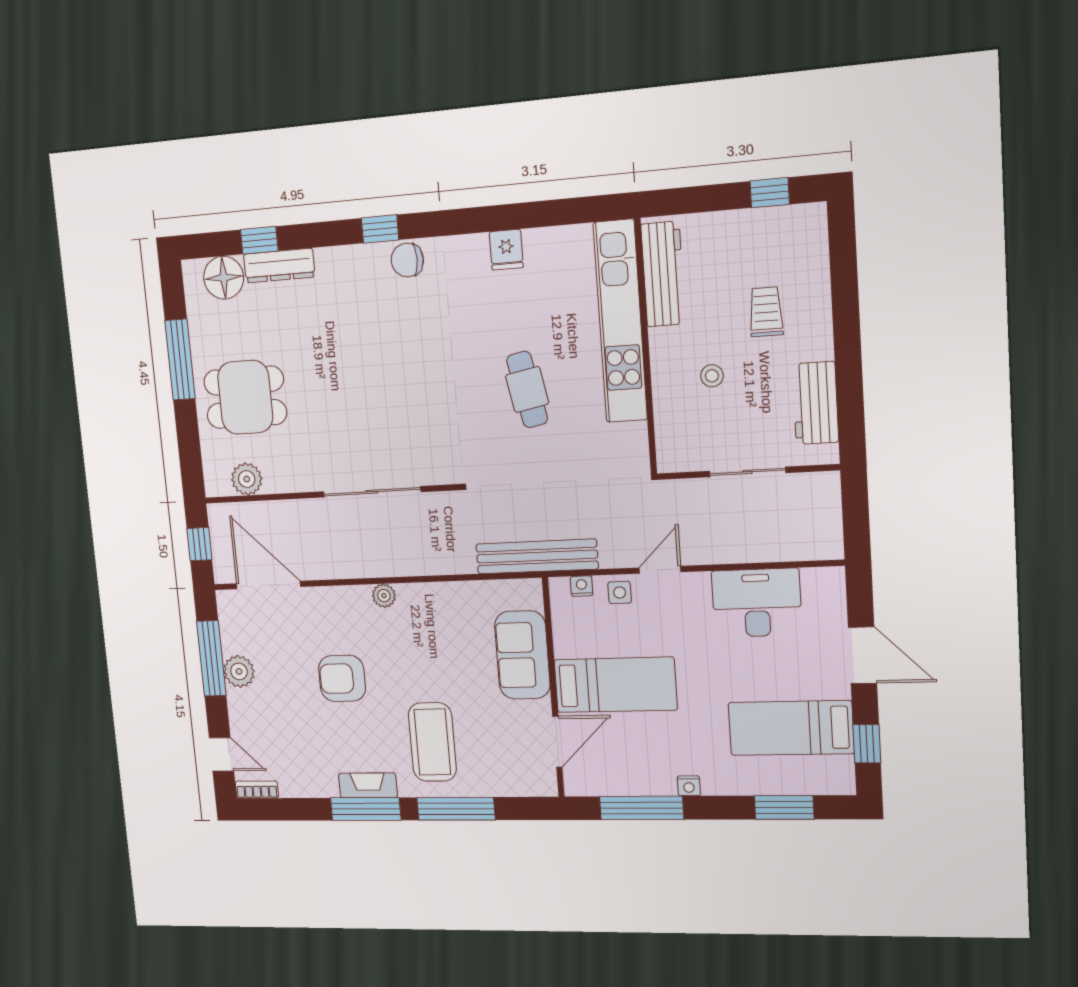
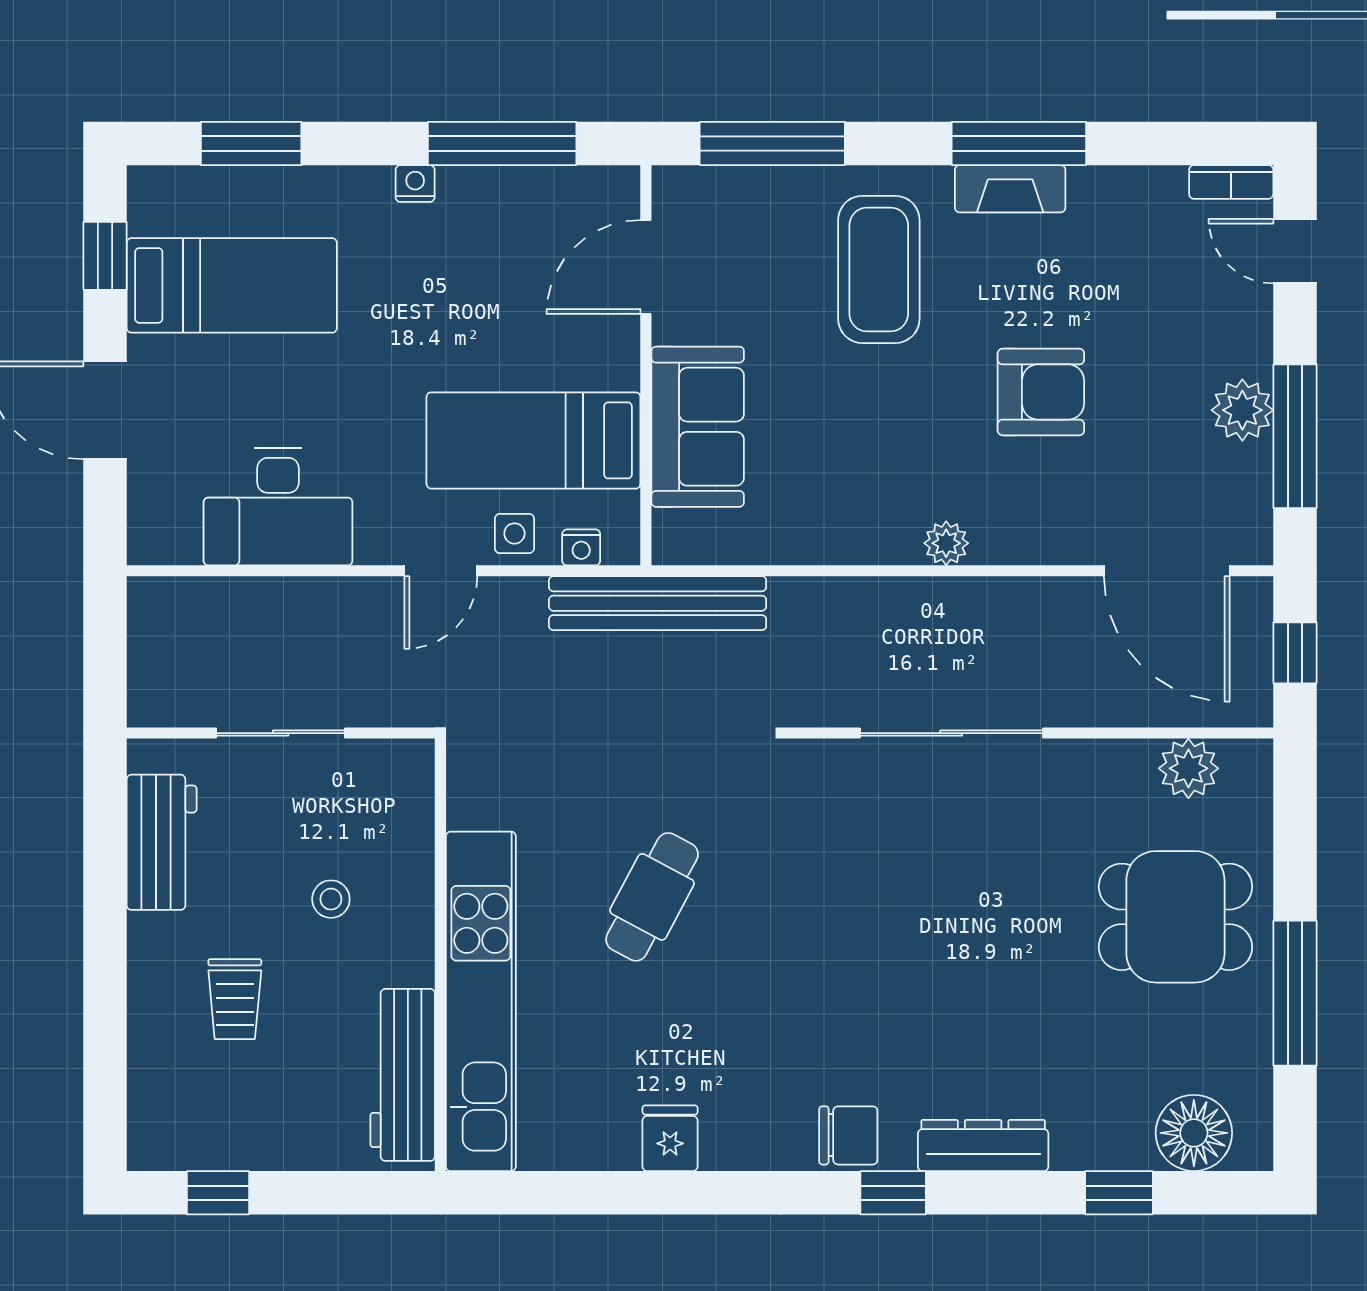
dresser: (279, 266) -> (983, 1146), moved
cafe table: (527, 389) -> (652, 897), turned 39
bed: (615, 685) -> (533, 440), moved
window: (456, 809) -> (772, 143), moved

